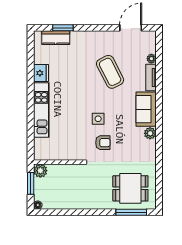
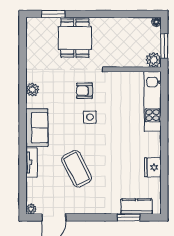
plant: (151, 59) -> (31, 209), moved
kitchen unit: (41, 110) -> (153, 101), moved
plant: (150, 133) -> (32, 90), moved
dining table: (130, 188) -> (75, 38), moved, turned 90
window: (131, 212) -> (53, 14), width x0.69

